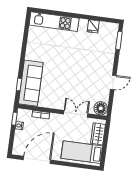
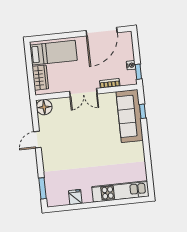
double door: (76, 114) -> (83, 93), moved

